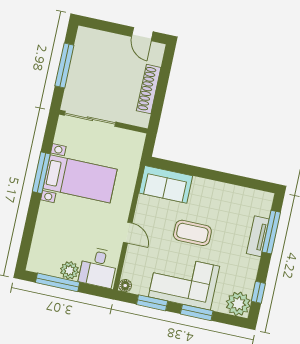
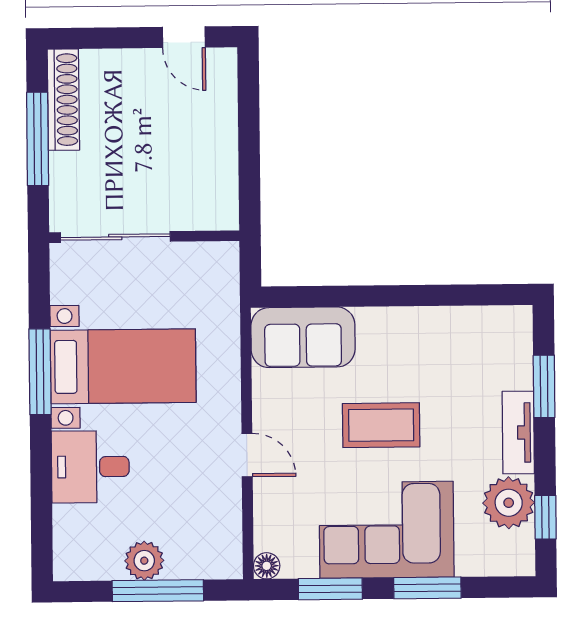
shoe rack: (149, 89) -> (63, 100), moved, turned 180
window: (271, 232) -> (544, 386), width x0.69
tv unit: (258, 236) -> (518, 433), moved
desk: (98, 267) -> (90, 467), moved, turned 90
window: (58, 282) -> (158, 591), moved
plant: (238, 304) -> (509, 503), moved

